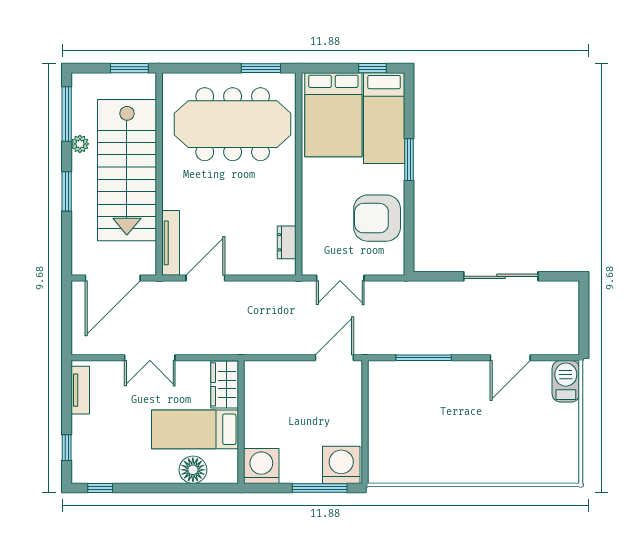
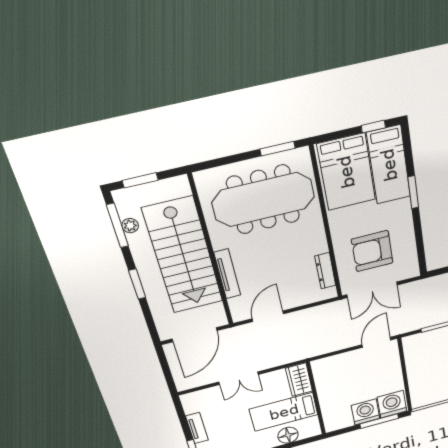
window: (129, 68) -> (140, 180), moved
plant: (80, 144) -> (130, 226), moved
armchair: (377, 218) -> (372, 251), moved
dresser: (287, 242) -> (325, 271), width x1.44
tv unit: (171, 243) -> (227, 274), moved
double door: (340, 278) -> (372, 290), width x1.37
tv unit: (80, 390) -> (197, 428), moved
washing machine: (261, 466) -> (365, 412), moved

